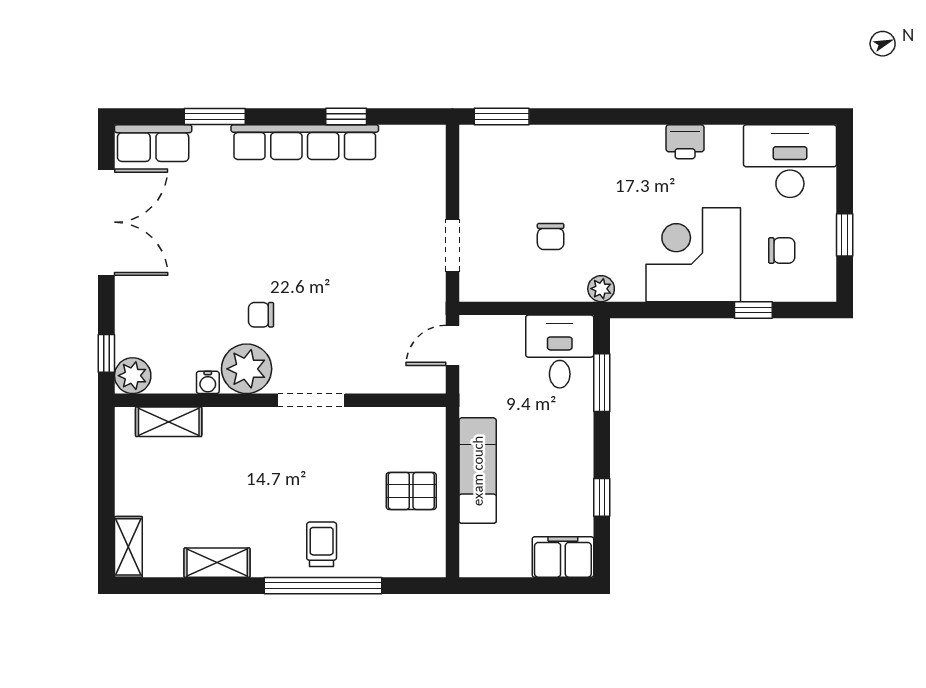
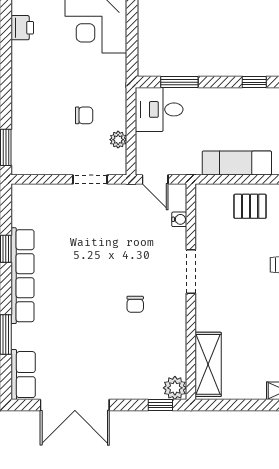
double door: (106, 222) -> (75, 405), swing flipped
plant: (601, 289) -> (118, 140), moved
plant: (247, 369) -> (170, 314), removed
water cooler: (208, 382) -> (179, 219), moved
shelving: (169, 422) -> (208, 364), width x1.50, depth x1.33
pallet: (411, 491) -> (250, 206), turned 90

